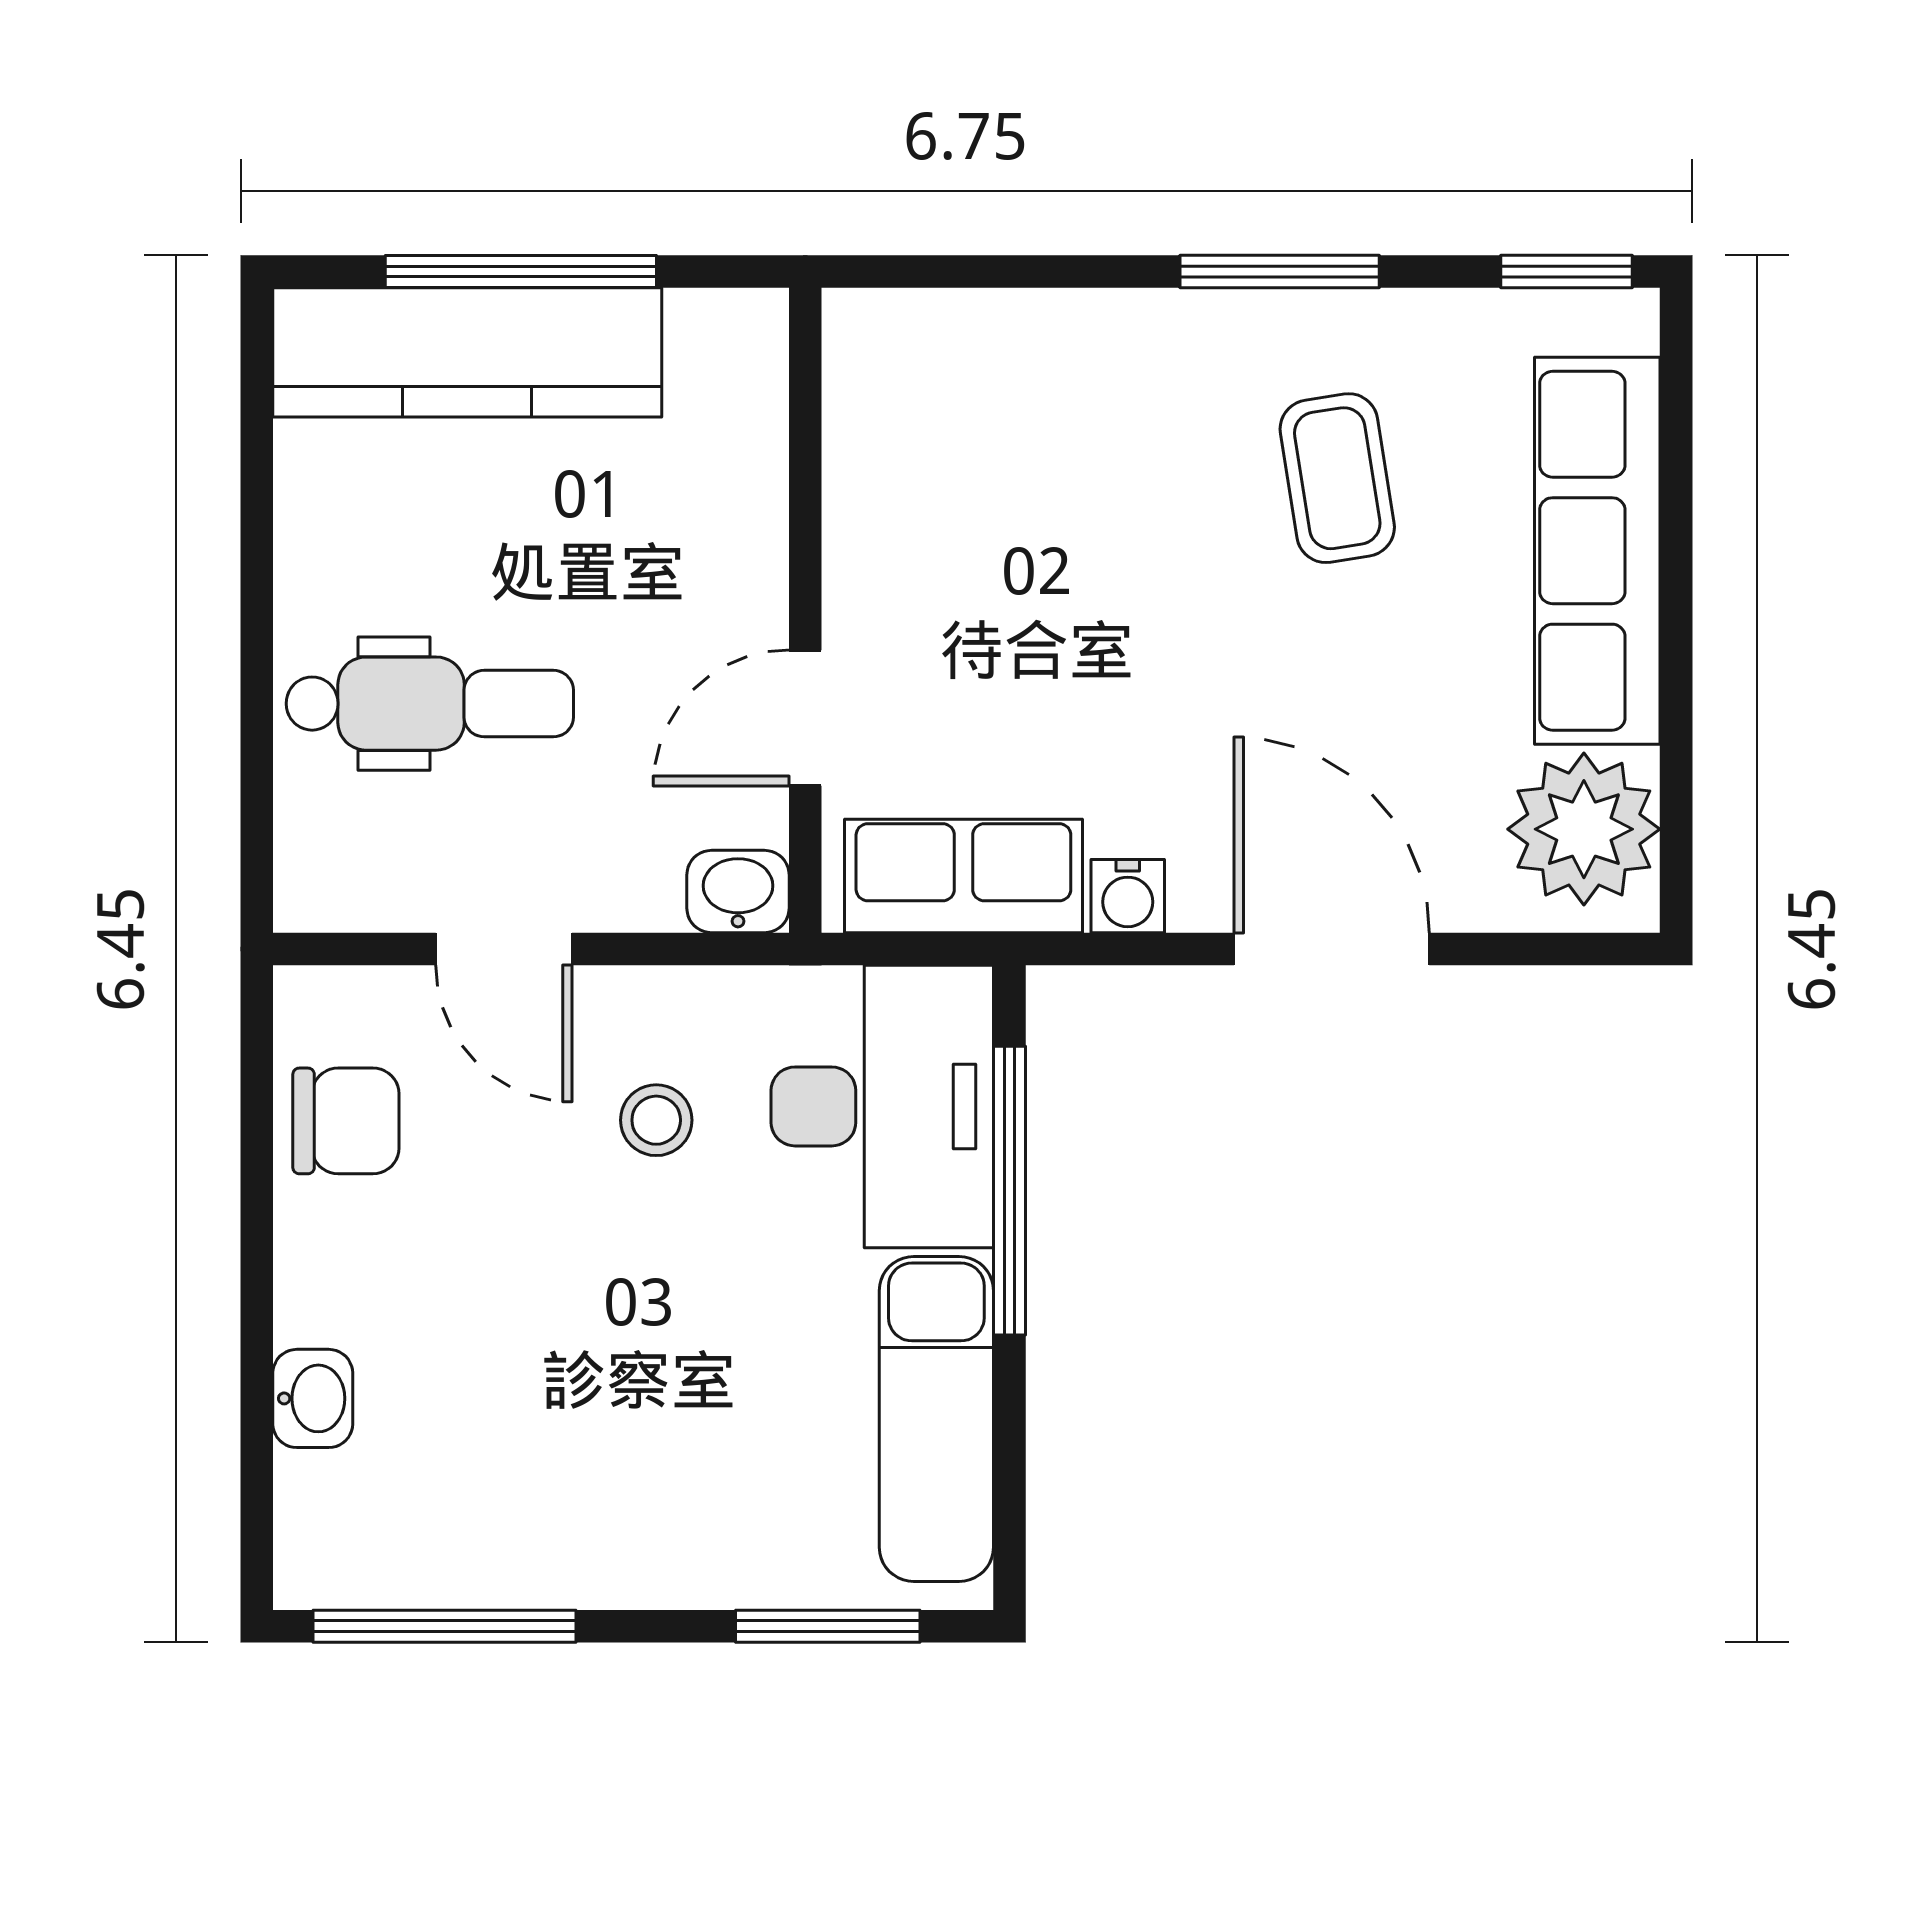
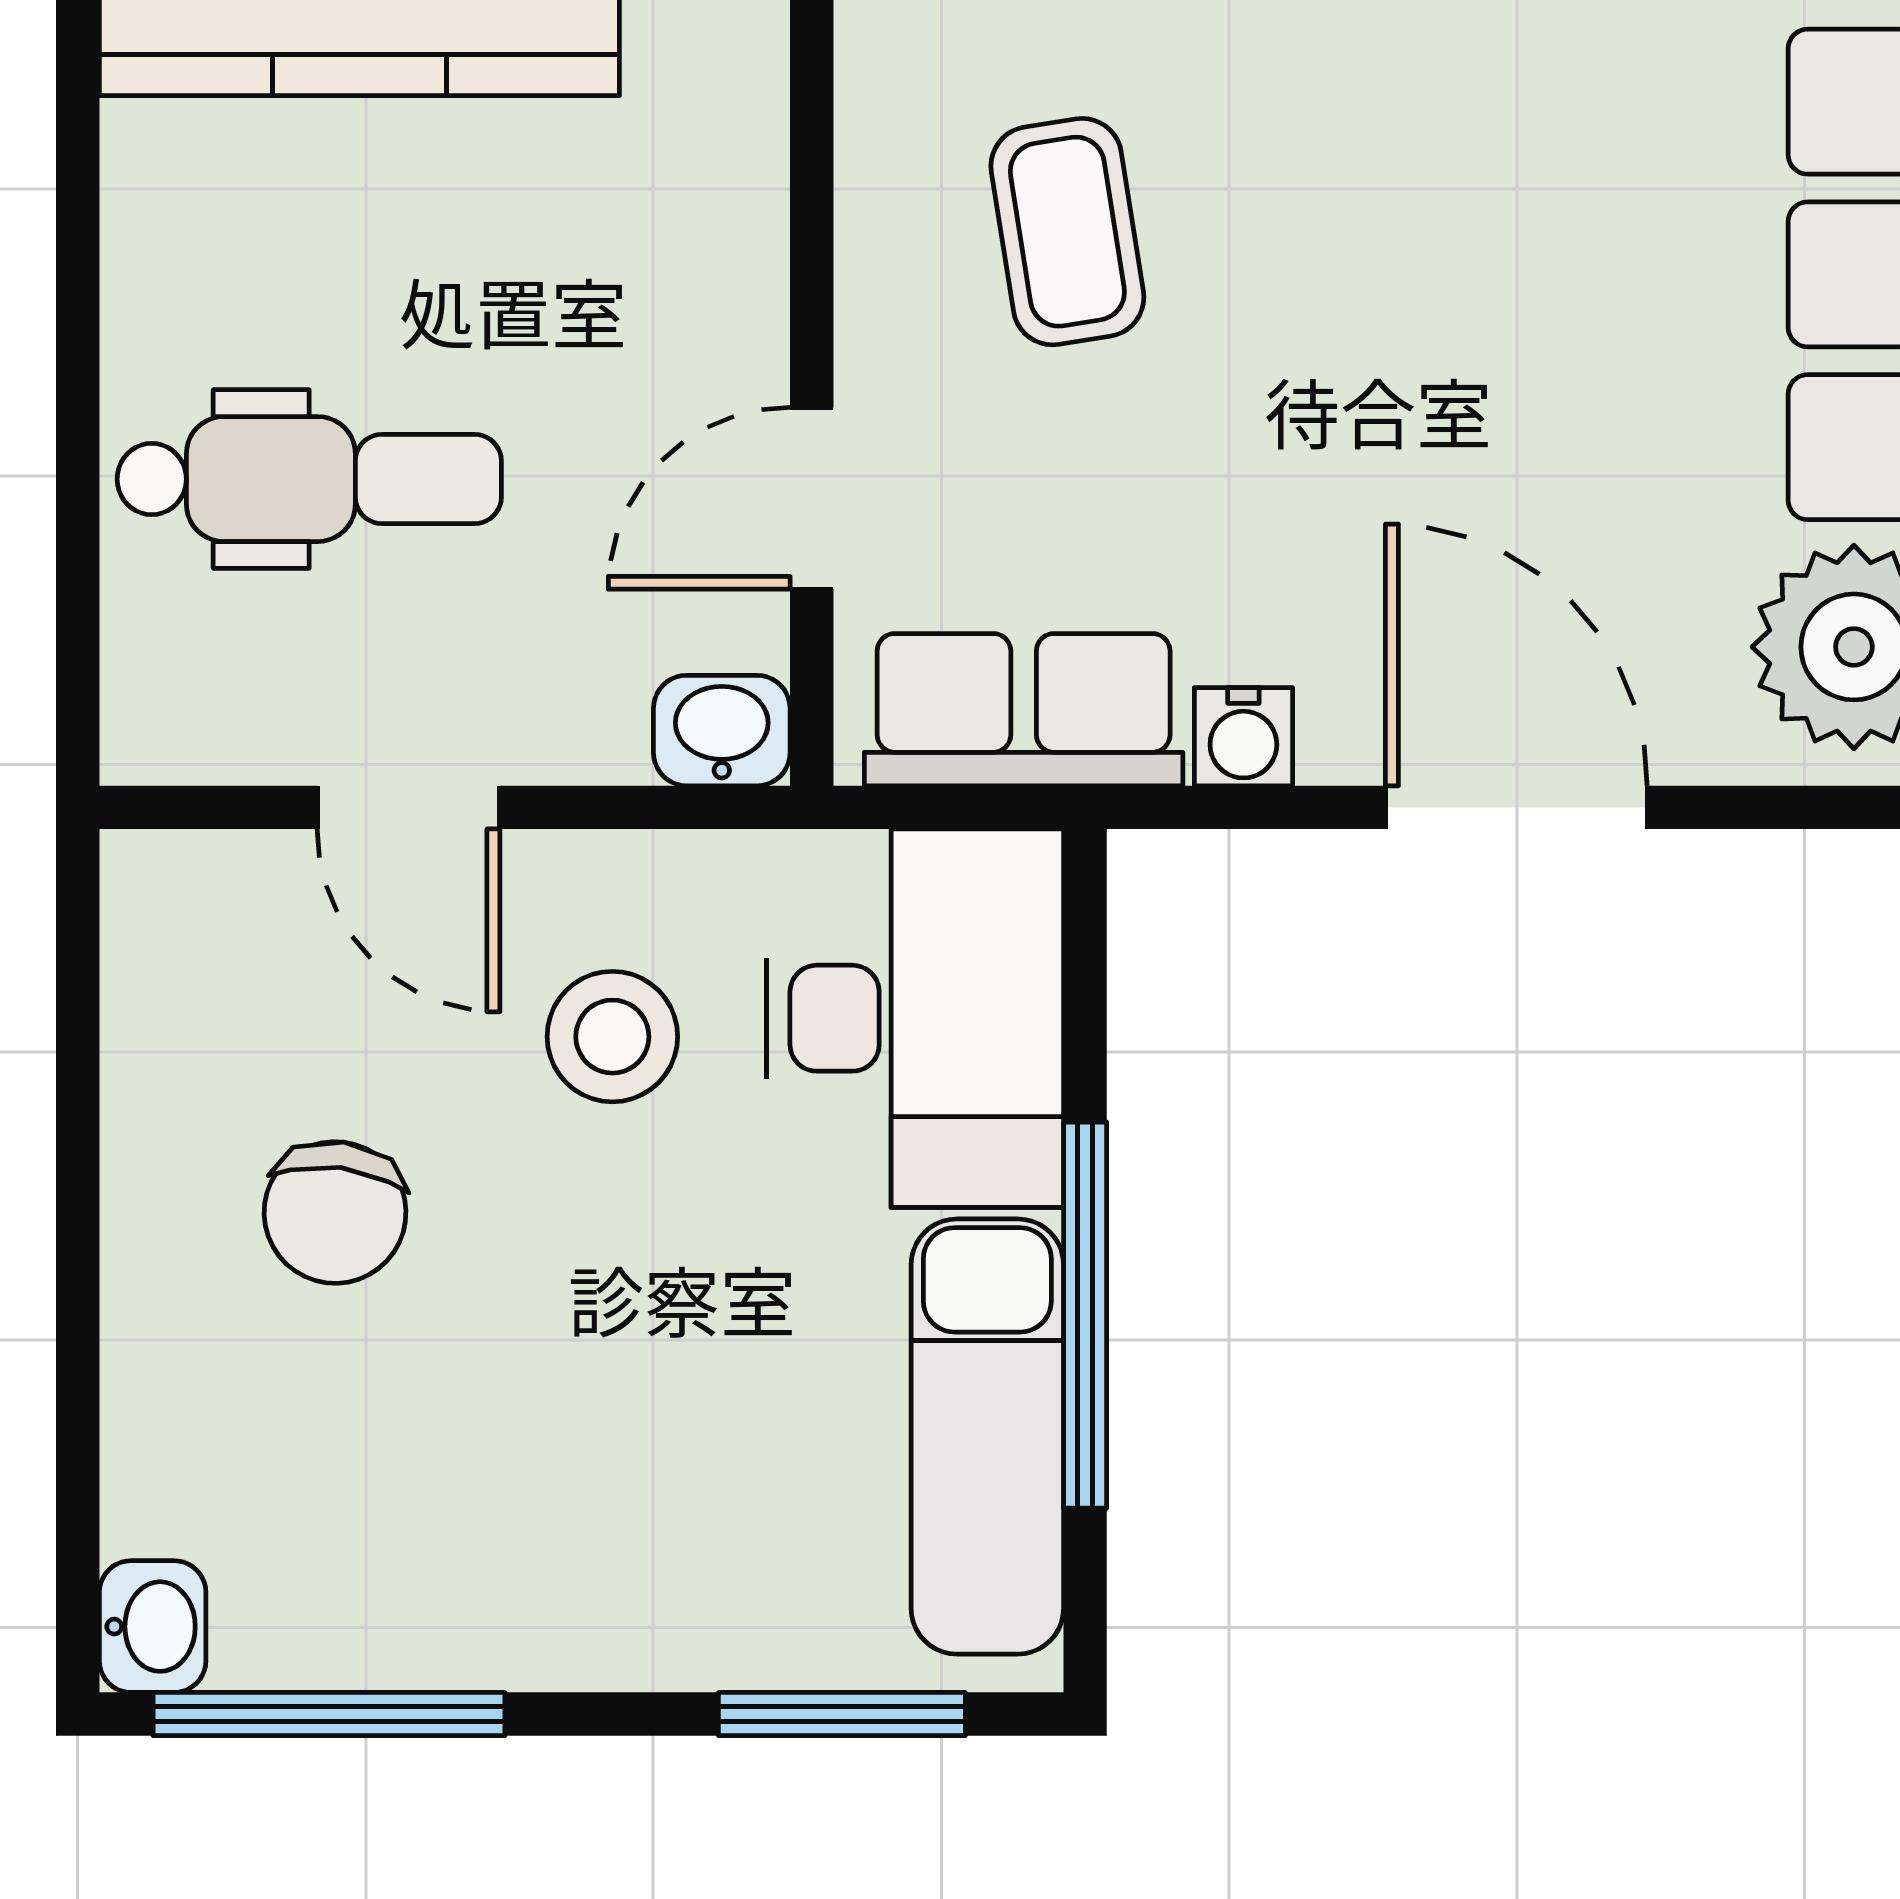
coffee table: (1337, 478) -> (1067, 232), moved
stool: (656, 1120) -> (612, 1037), width x1.37, depth x1.37
chair: (346, 1121) -> (335, 1212), moved, turned 97
window: (1009, 1191) -> (1085, 1315), moved
washbasin: (313, 1398) -> (153, 1627), moved

